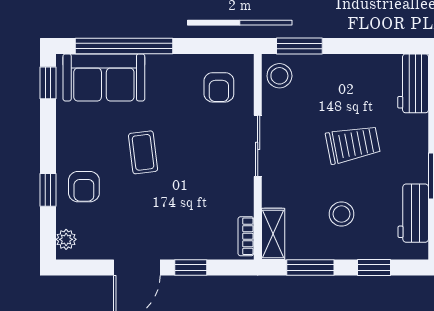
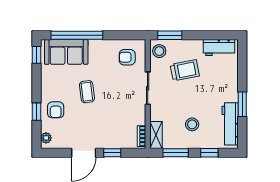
workbench: (413, 83) -> (219, 48), moved, turned -90
armchair: (219, 87) -> (127, 57), turned 90
trolley: (353, 144) -> (185, 70), moved
workbench: (413, 213) -> (230, 124), width x1.38

